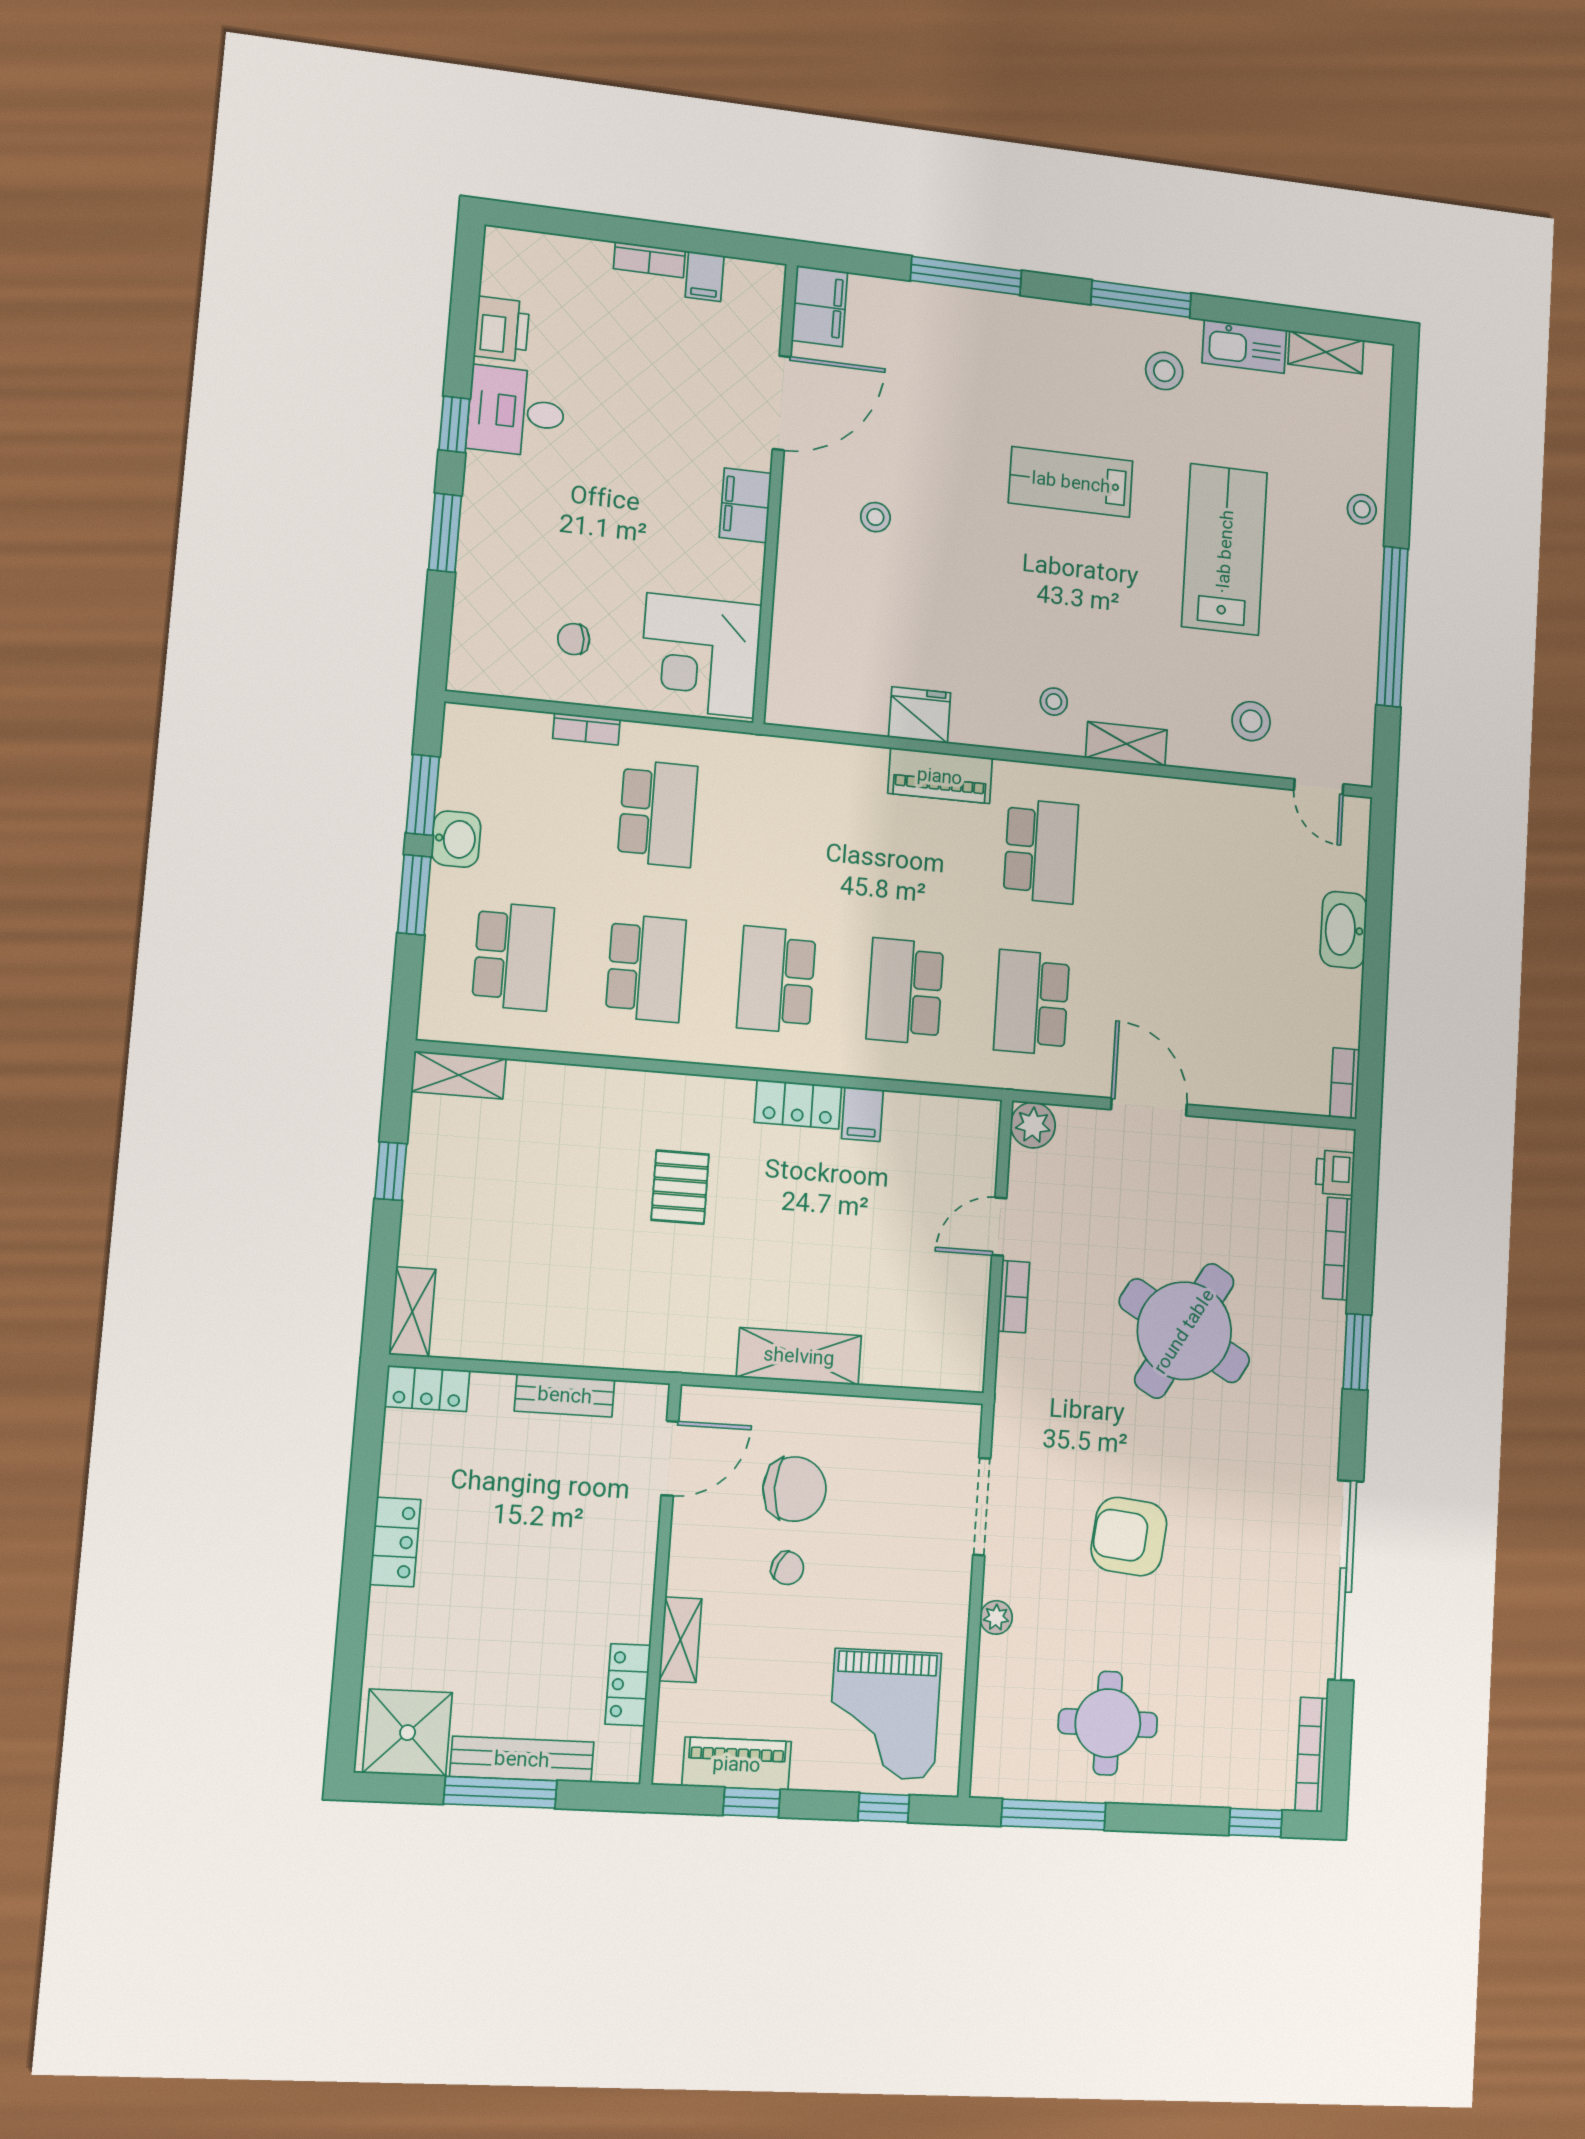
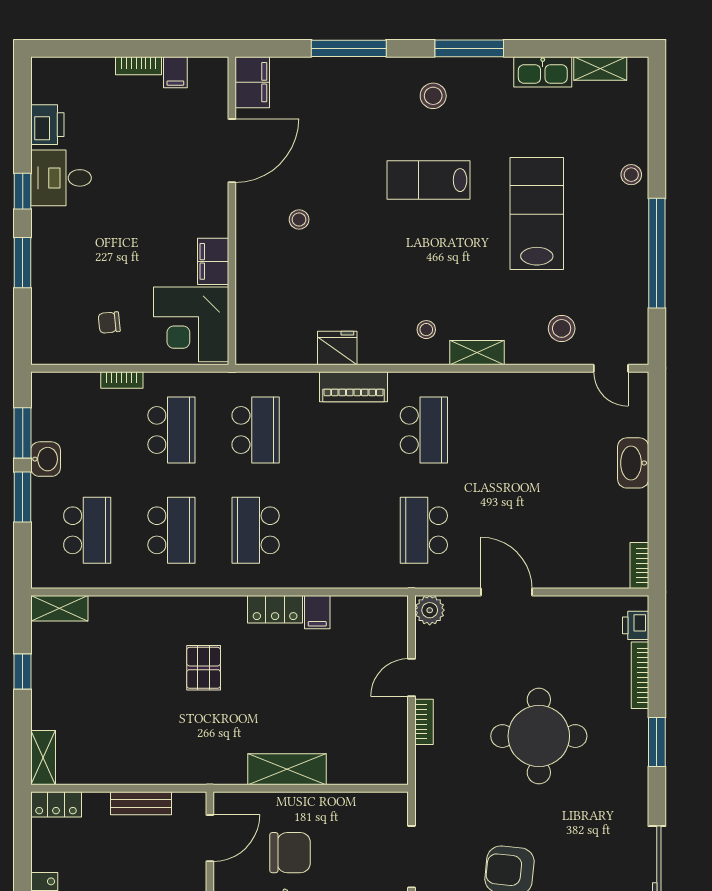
stool: (1164, 371) -> (433, 96), moved
filing cabinet: (745, 505) -> (213, 261), moved
school desk: (905, 991) -> (256, 430), moved, turned 180
round table: (1184, 1331) -> (539, 736), turned -30

